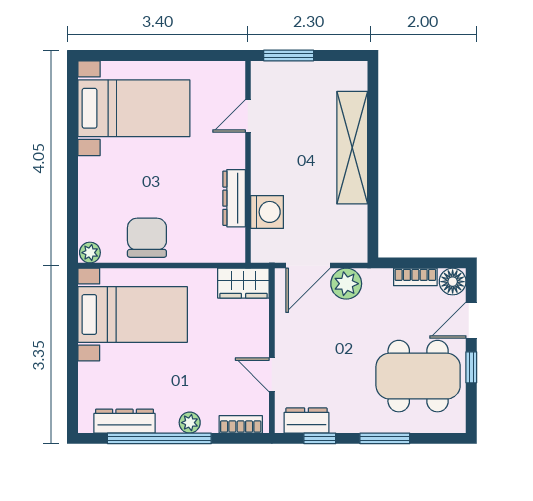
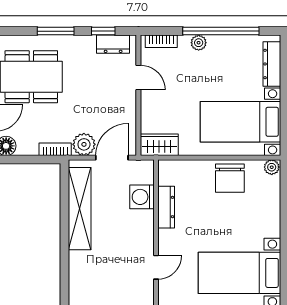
shelving: (352, 148) -> (80, 209), moved
bookcase: (415, 277) -> (55, 149), moved
dresser: (125, 421) -> (272, 64), moved, turned 90

